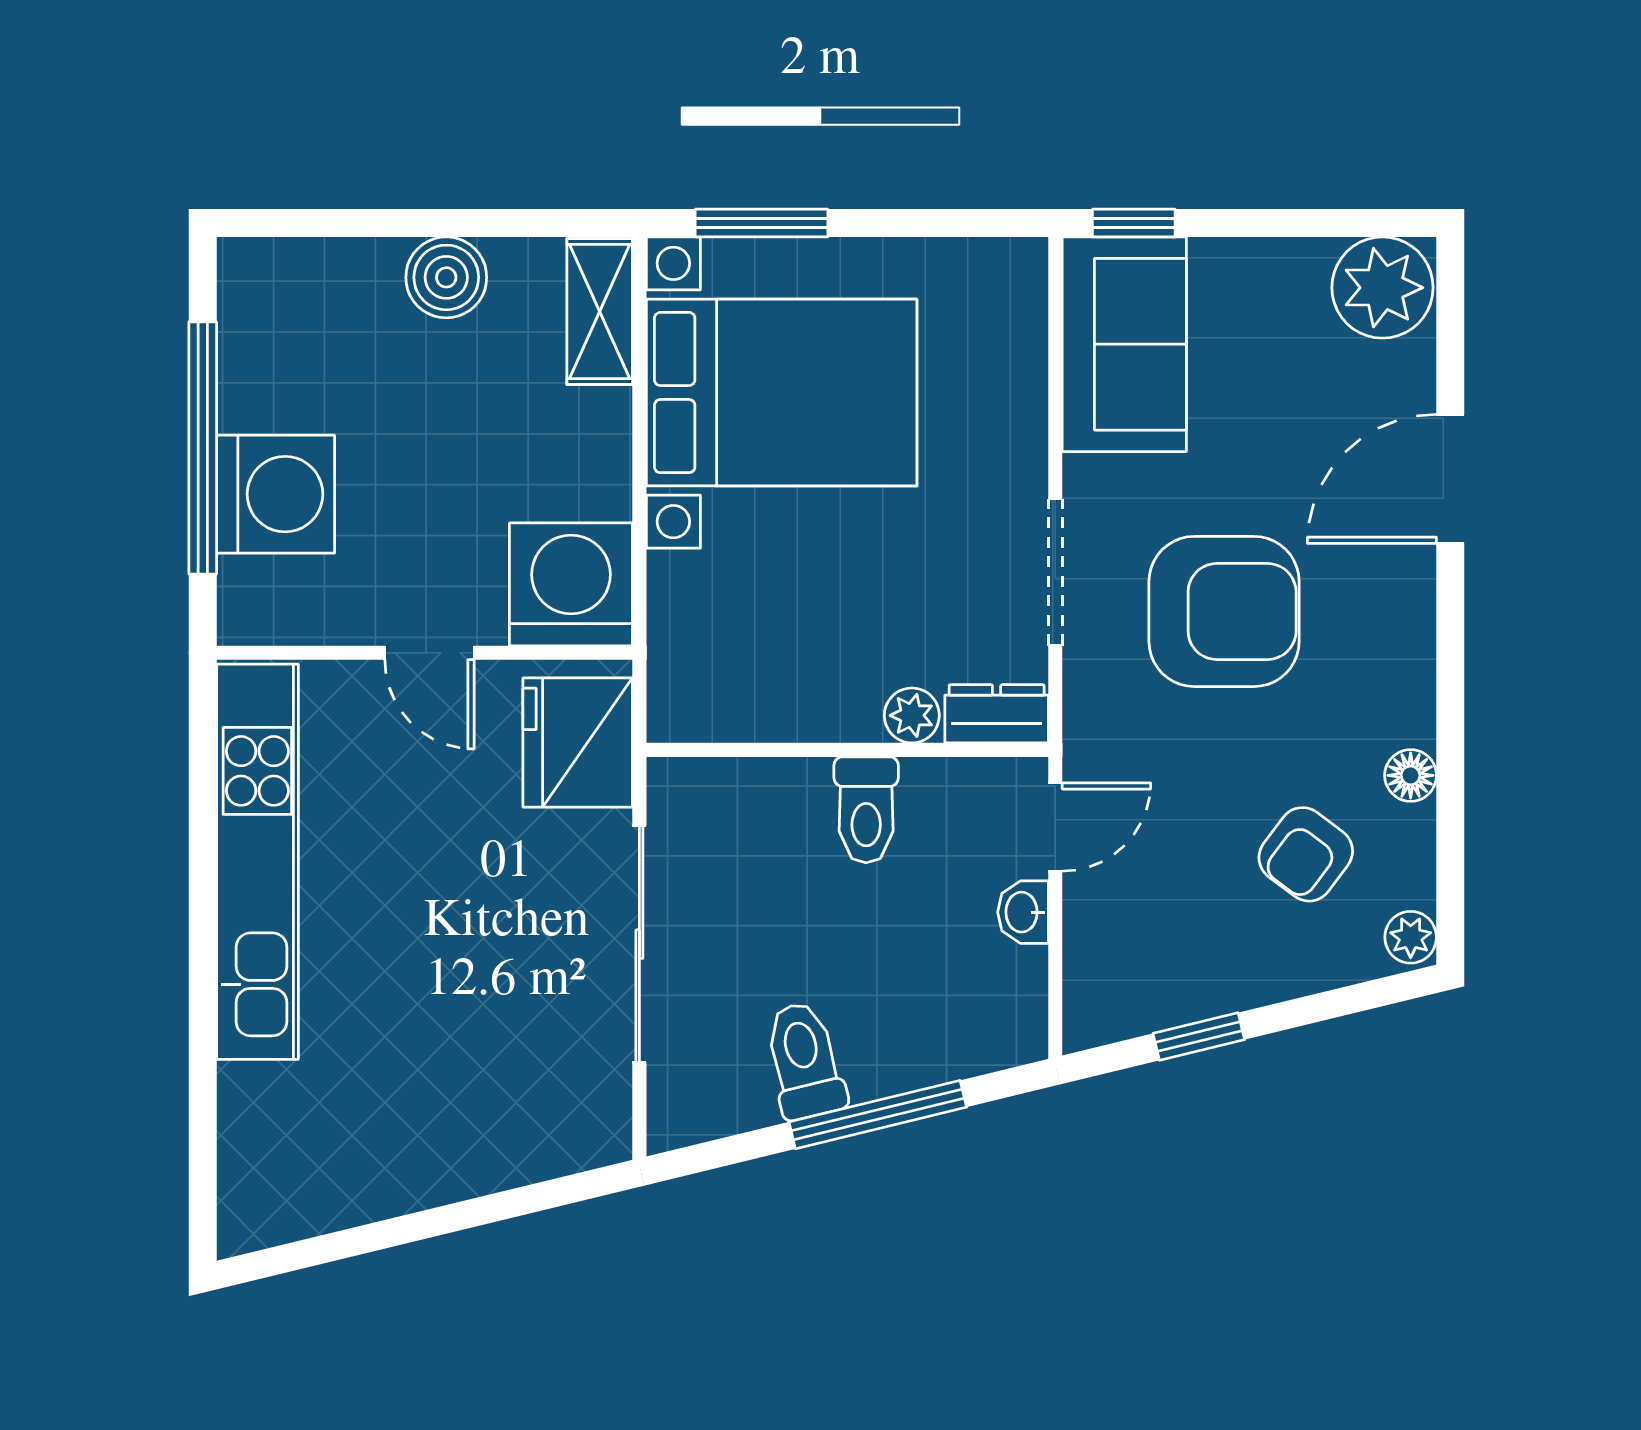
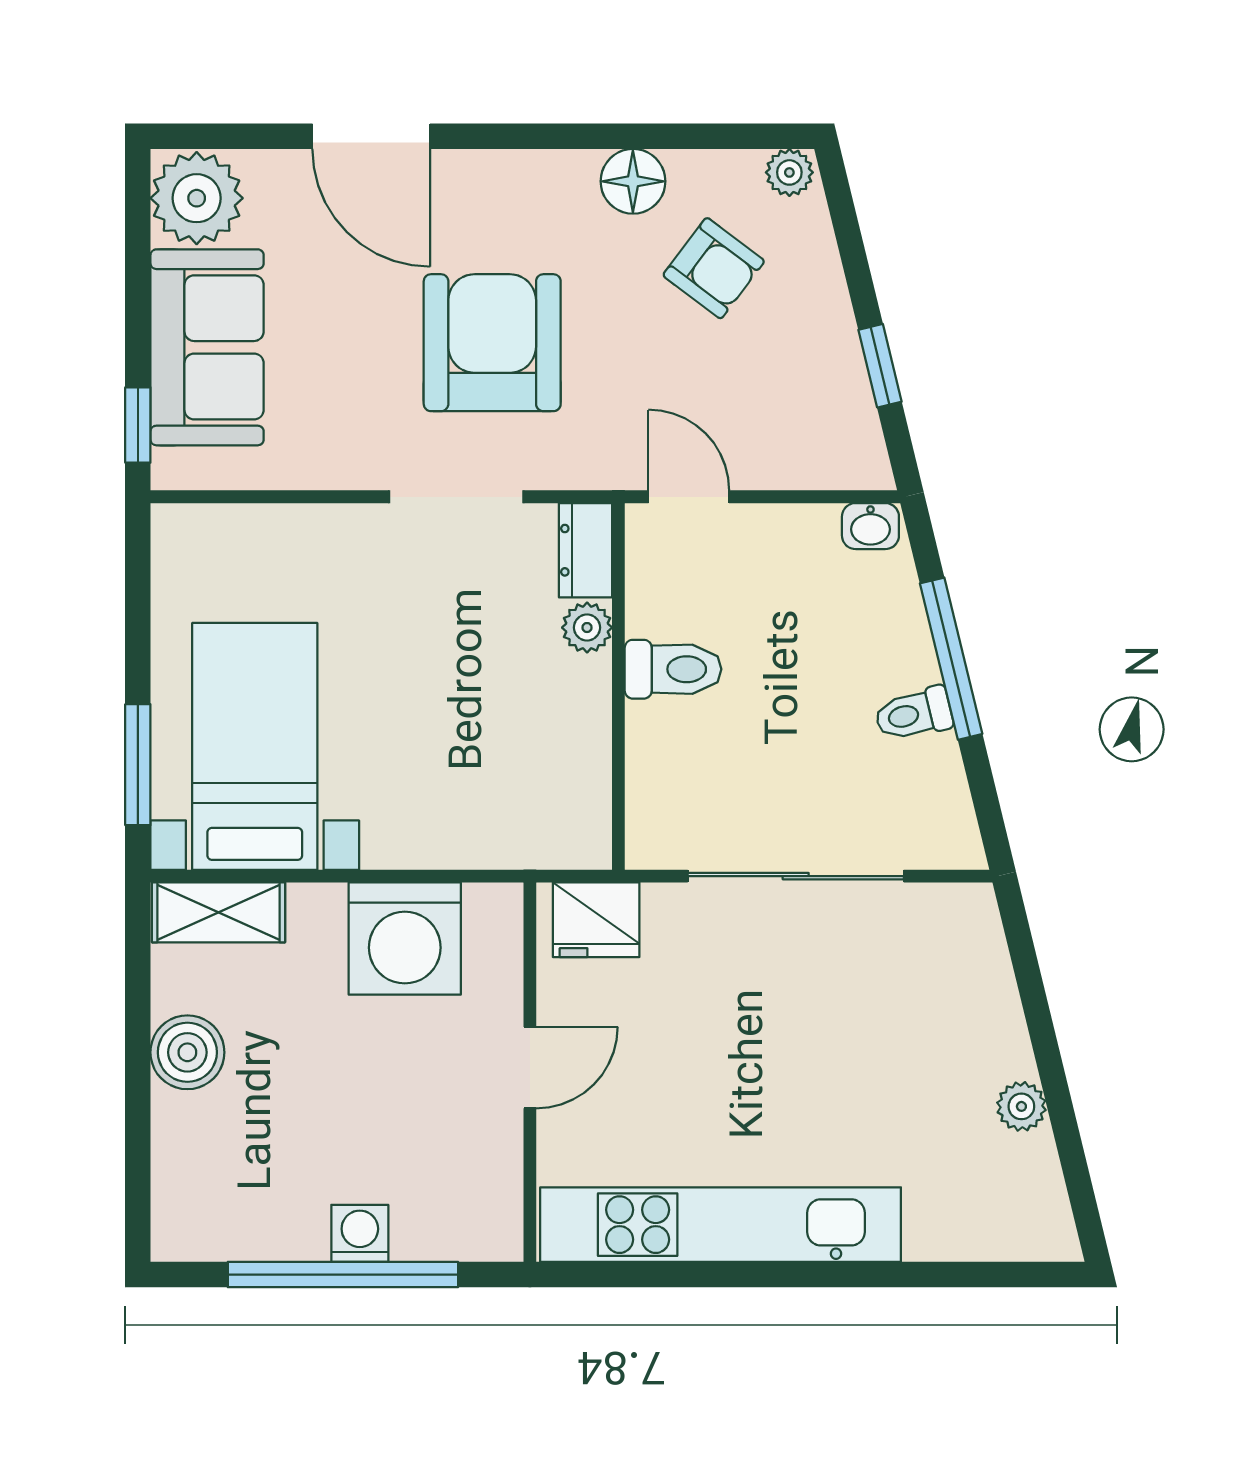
sofa: (1124, 344) -> (207, 347), moved, turned 90
bed with nightstands: (782, 393) -> (255, 746), width x0.73
washing machine: (276, 494) -> (360, 1233), width x0.53, depth x0.53
washing machine: (571, 584) -> (405, 939), moved, turned -90
fridge: (578, 743) -> (596, 920), width x0.73, depth x0.75
floor lamp: (1411, 775) -> (633, 181), width x1.37, depth x1.37
washbasin: (1023, 912) -> (870, 526), moved
toilet: (804, 1060) -> (914, 714), width x0.73, depth x0.72
plant: (387, 1192) -> (1021, 1106), added

